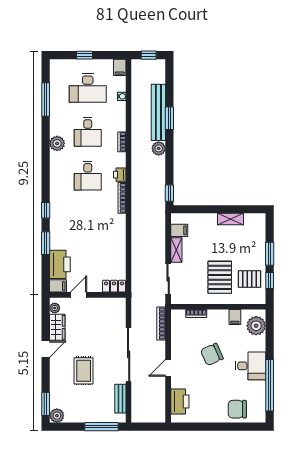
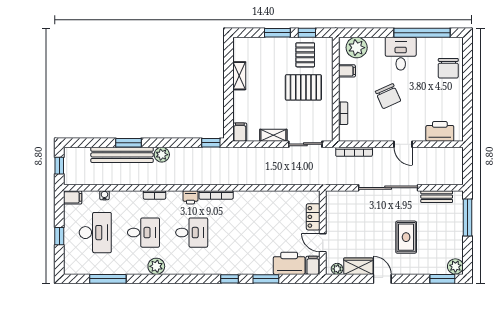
filing cabinet: (179, 230) -> (240, 132), moved
locker: (114, 286) -> (313, 217), moved
rug: (84, 371) -> (406, 237), turned 90

